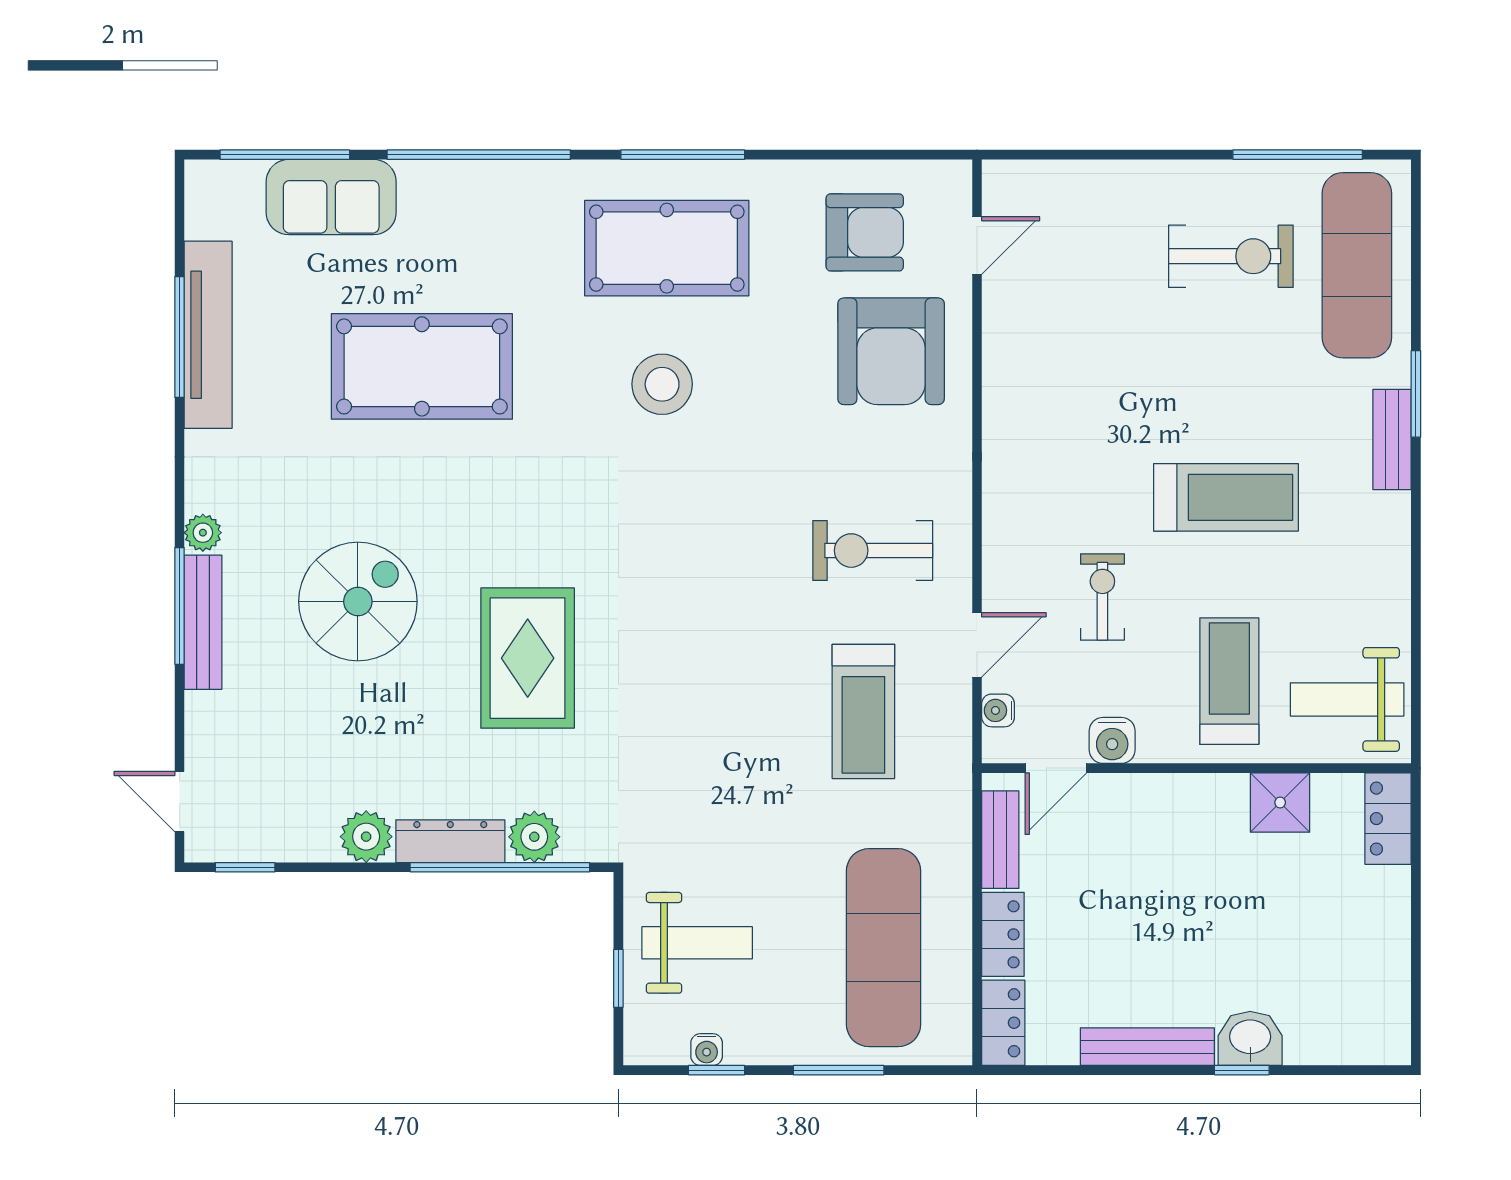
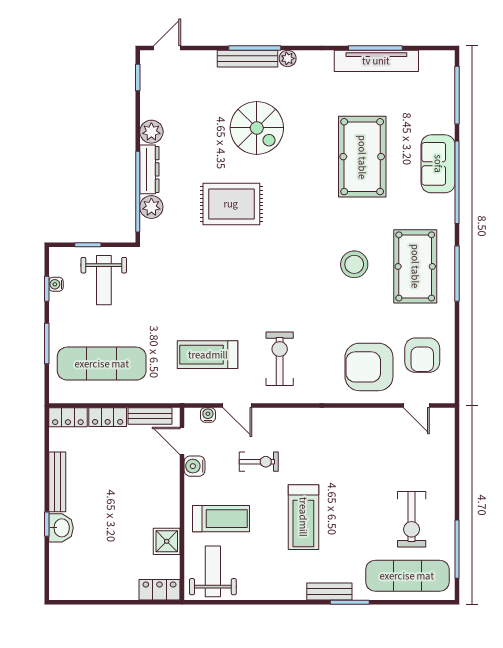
sofa: (331, 197) -> (438, 164), moved

